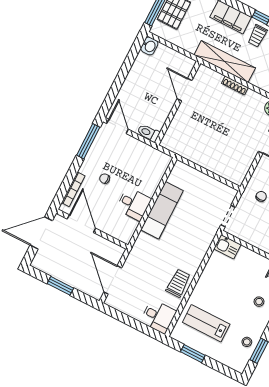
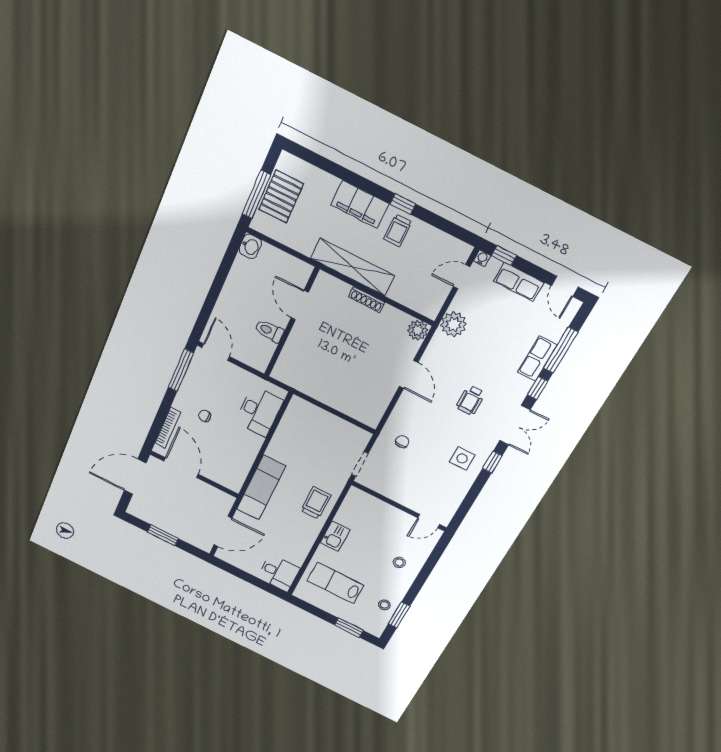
toilet: (148, 133) -> (269, 331), moved
desk: (134, 204) -> (259, 411), moved, width x1.37
exam couch: (162, 210) -> (261, 488), moved
kitchen sink: (227, 247) -> (335, 536), moved, turned -90
door: (113, 280) -> (223, 531), swing flipped
trolley: (178, 283) -> (316, 503), moved
window: (193, 354) -> (349, 628), moved

